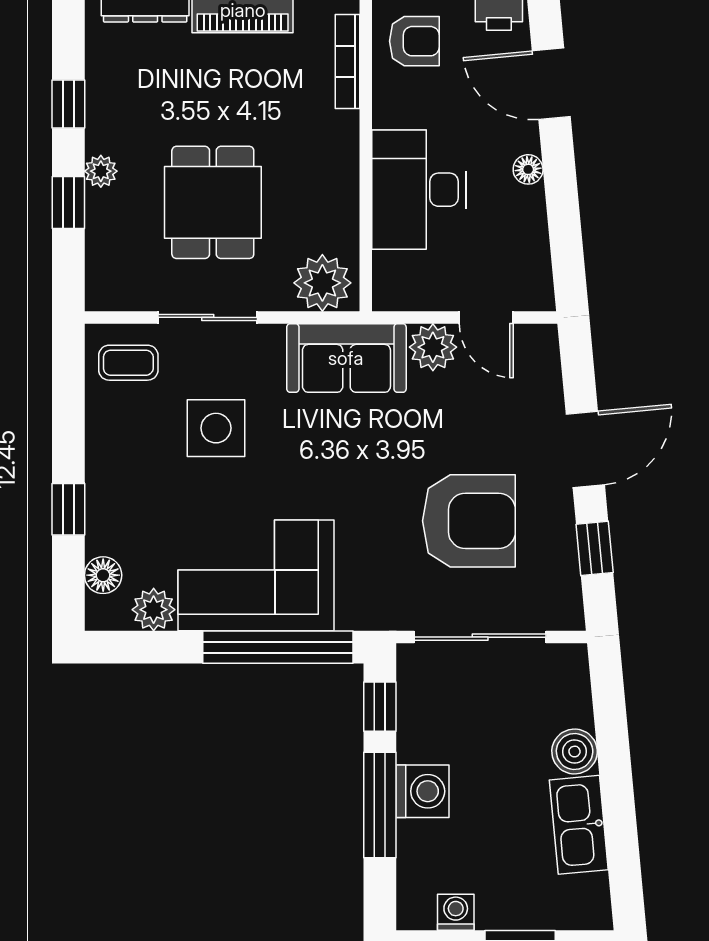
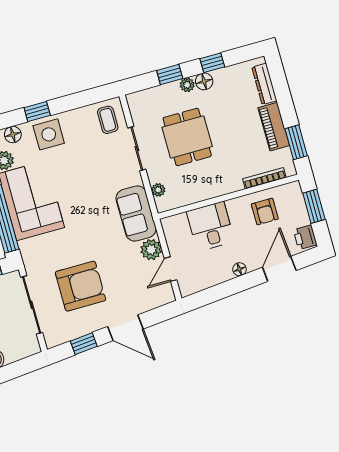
armchair: (414, 41) -> (265, 212), moved
floor lamp: (104, 133) -> (204, 81), added
desk: (419, 190) -> (211, 226), width x0.73
dining table: (213, 202) -> (187, 137), turned 90
plant: (322, 283) -> (158, 190), width x0.53, depth x0.53
side table: (216, 428) -> (49, 134), moved
armchair: (469, 521) -> (80, 286), turned -90

